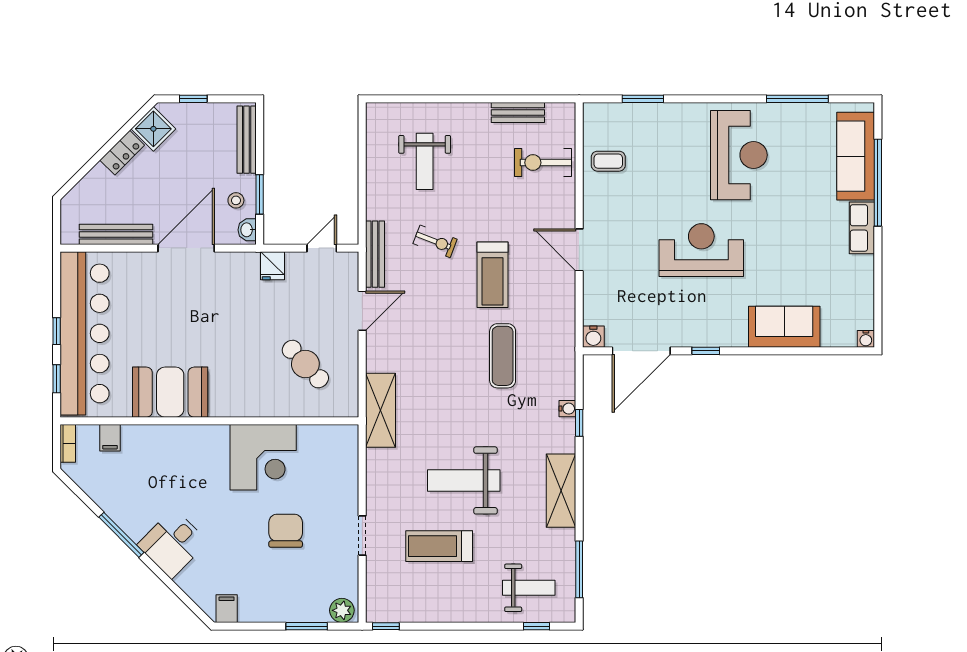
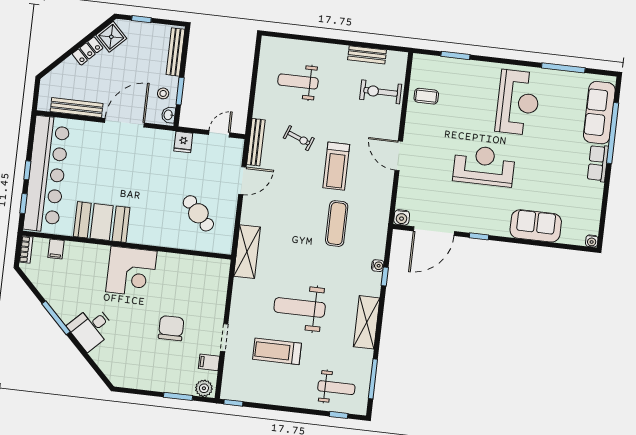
weight bench: (425, 161) -> (298, 81), turned 90
corner desk: (263, 457) -> (131, 272), moved
filing cabinet: (227, 609) -> (209, 362), moved, turned -90

